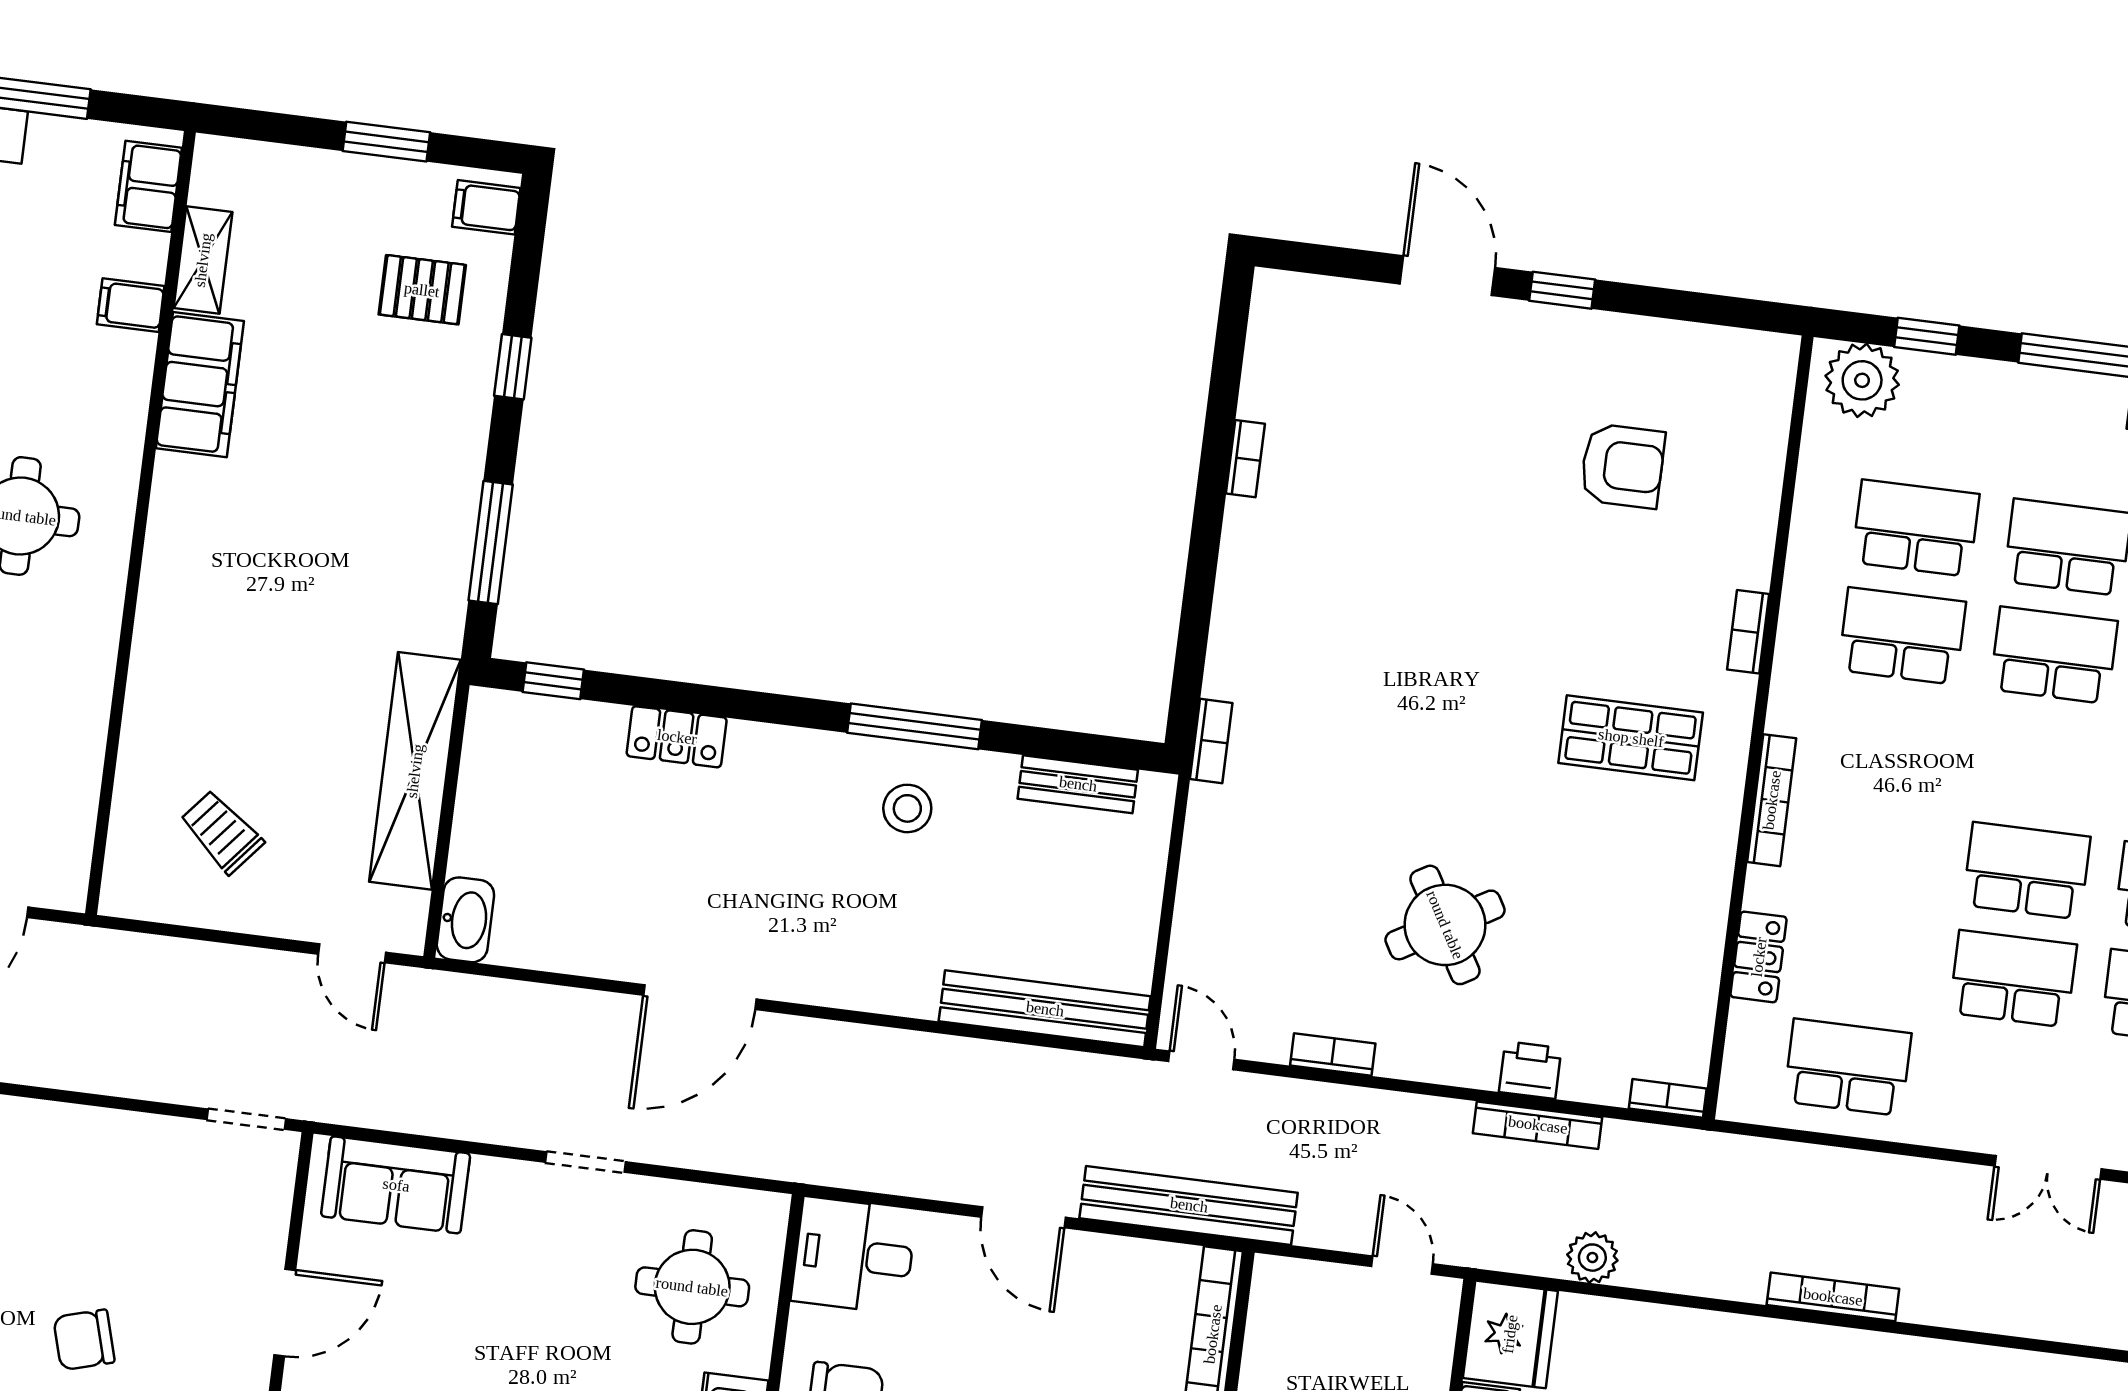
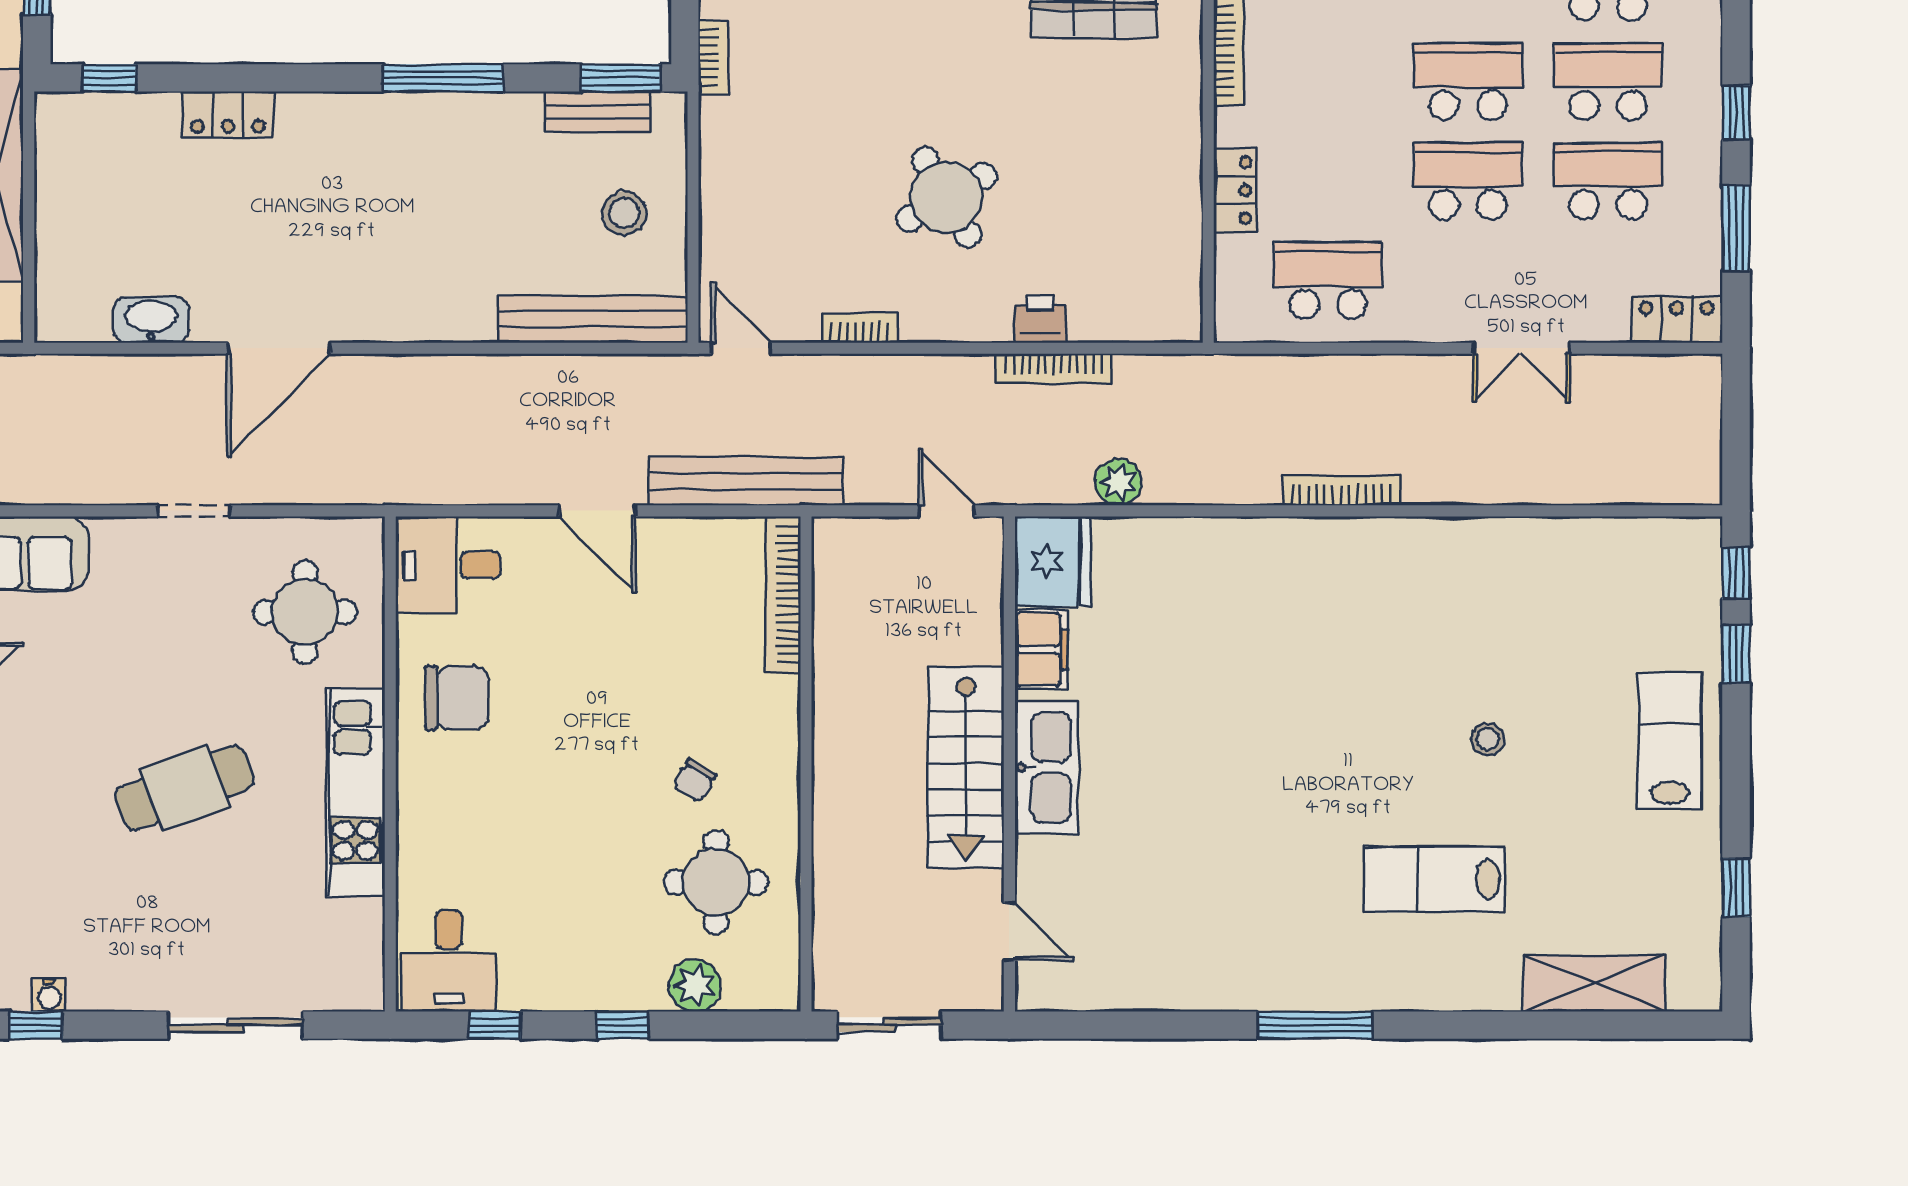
window: (1108, 751) -> (621, 78), added
stool: (907, 808) -> (624, 213), moved
washbasin: (465, 920) -> (151, 320), moved, turned -90
bookcase: (1668, 1098) -> (1169, 329), removed

